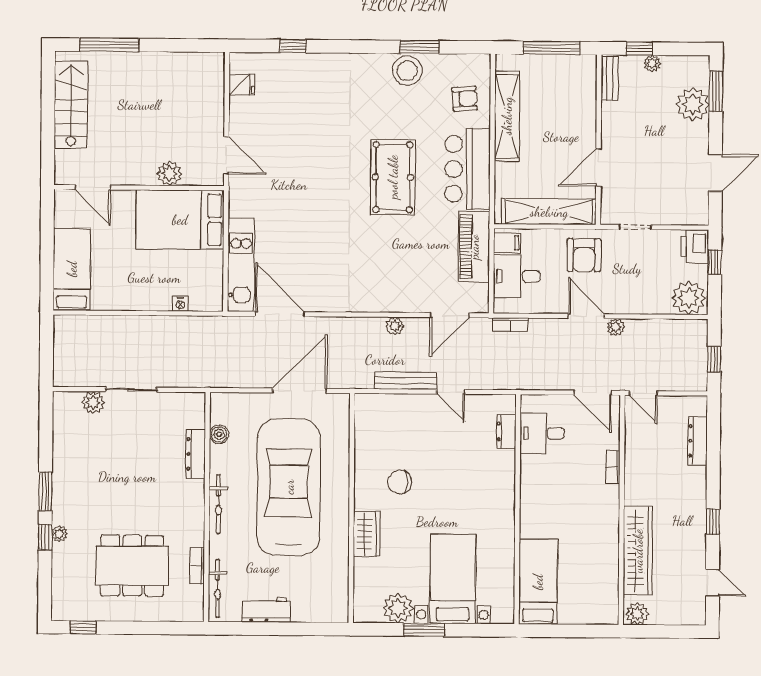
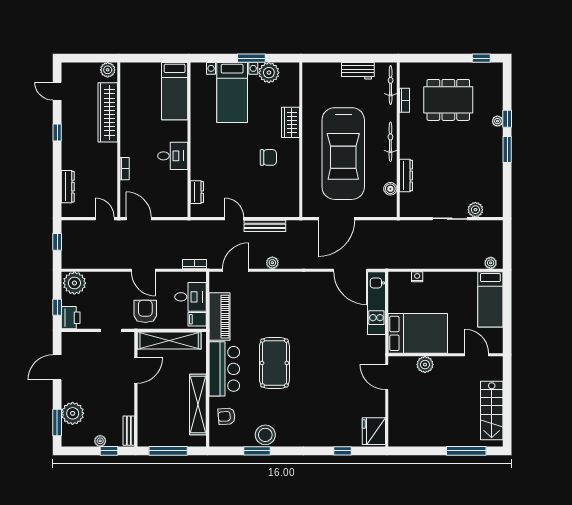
fridge: (242, 85) -> (374, 431), width x1.88, depth x1.34
plant: (616, 327) -> (491, 263), moved
desk: (542, 433) -> (173, 156), moved

